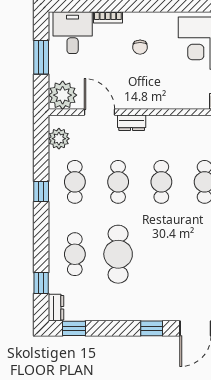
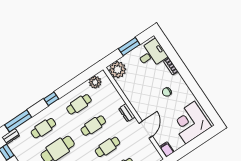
door: (99, 112) -> (146, 130), moved
window: (41, 192) -> (51, 99), moved
window: (41, 283) -> (18, 121), width x2.17

